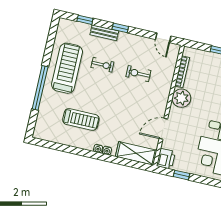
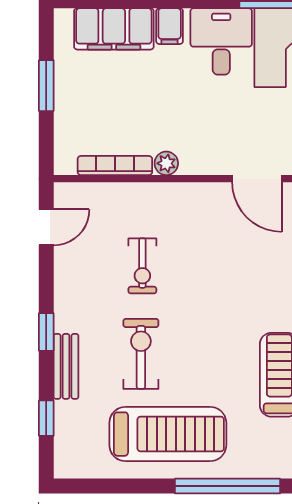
exercise bike: (102, 65) -> (141, 354), width x1.38, depth x1.39
treadmill: (67, 68) -> (168, 434), turned 180
plant: (181, 98) -> (166, 163), width x0.53, depth x0.53

